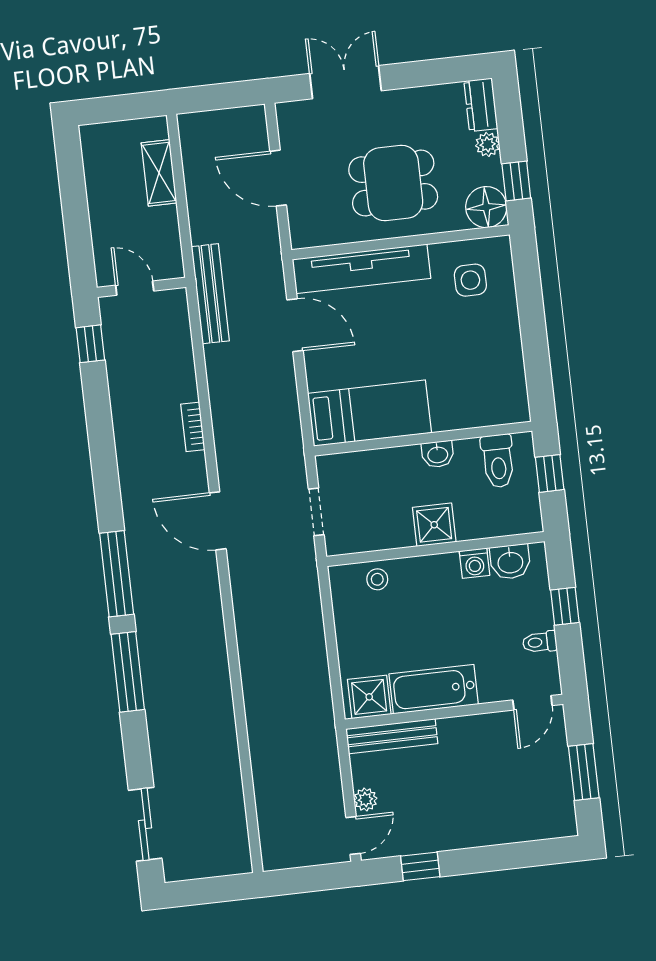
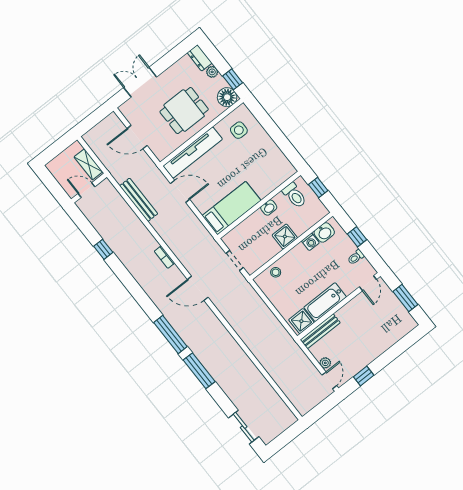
wall: (141, 287) -> (89, 188), moved
door: (135, 288) -> (86, 190), moved

